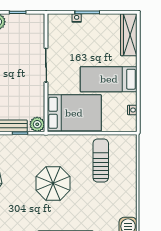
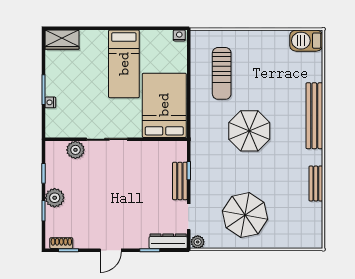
wardrobe: (129, 35) -> (62, 40), width x0.67
nightstand: (132, 110) -> (179, 35), moved
plant: (37, 124) -> (75, 150), moved
sun lounger: (101, 160) -> (222, 73), turned -90

